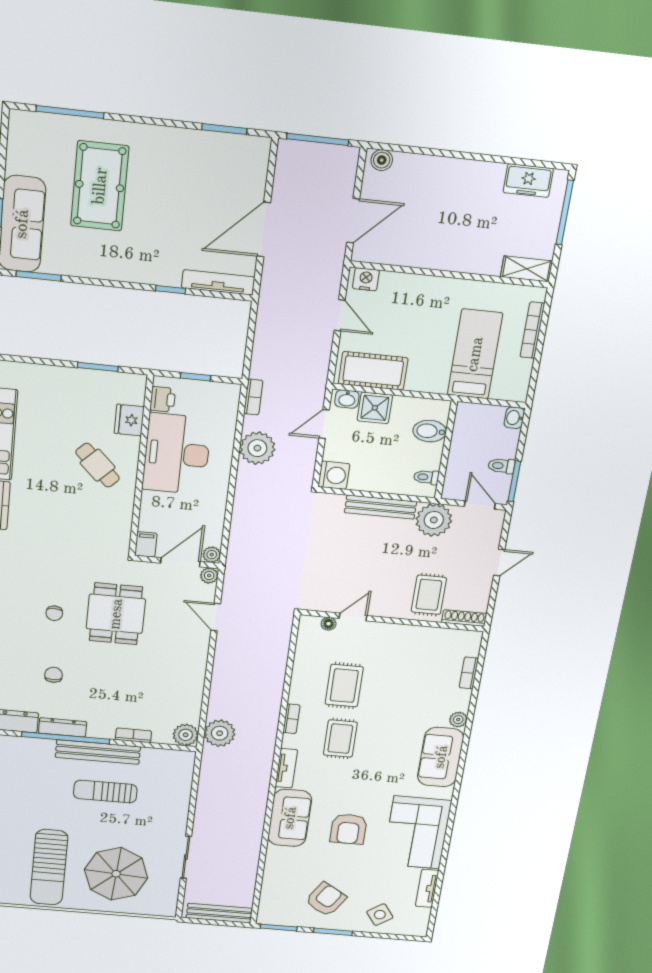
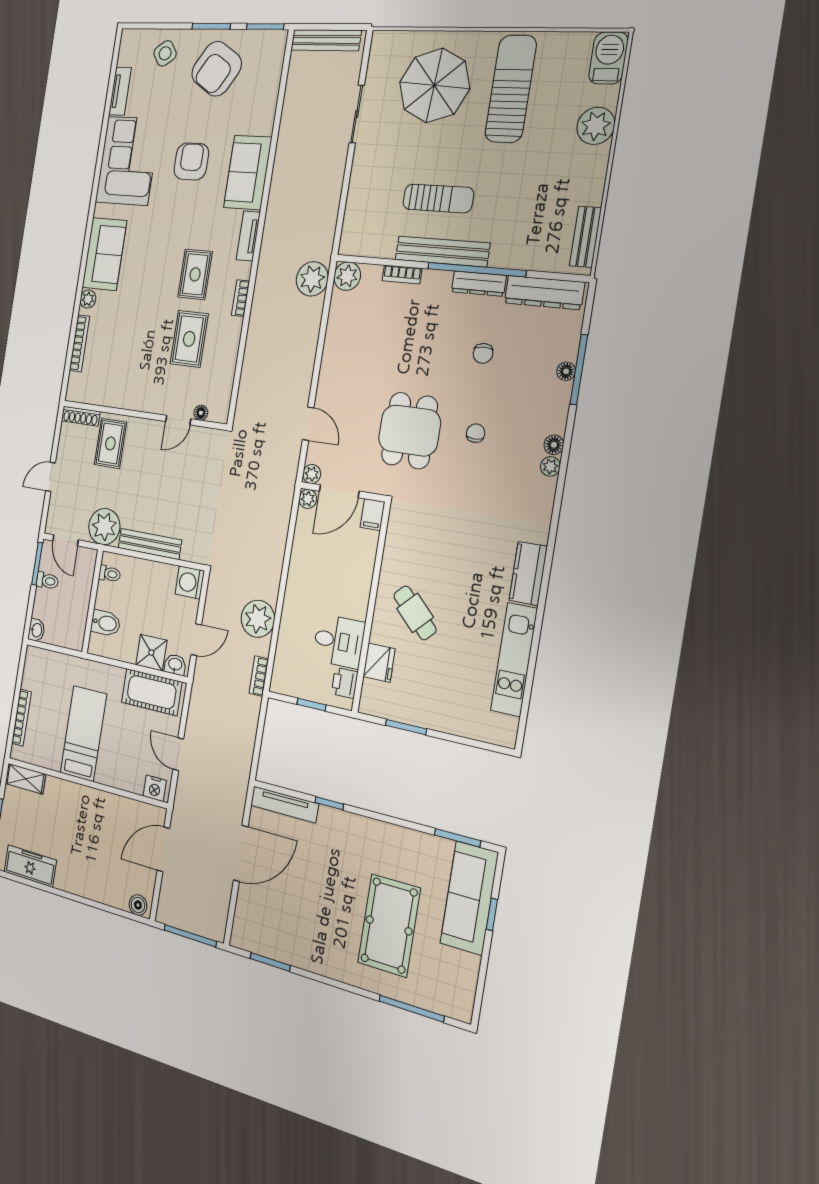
freezer: (528, 181) -> (30, 866), width x1.40
bed: (475, 354) -> (83, 733), moved, turned 180
desk: (177, 454) -> (339, 641), width x0.53, depth x0.77
bookcase: (469, 673) -> (79, 343), width x1.56
armchair: (326, 899) -> (217, 69), width x1.36, depth x1.36

